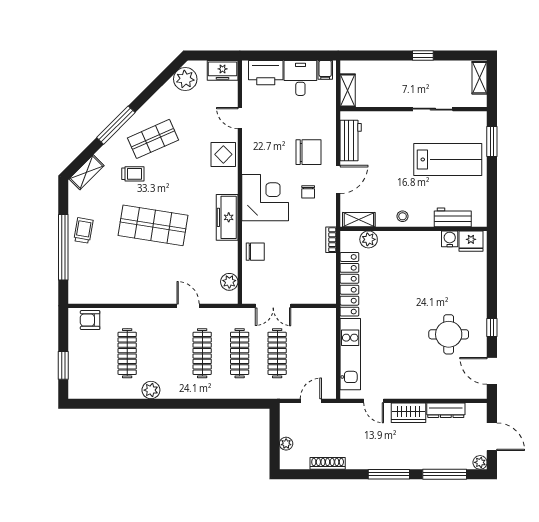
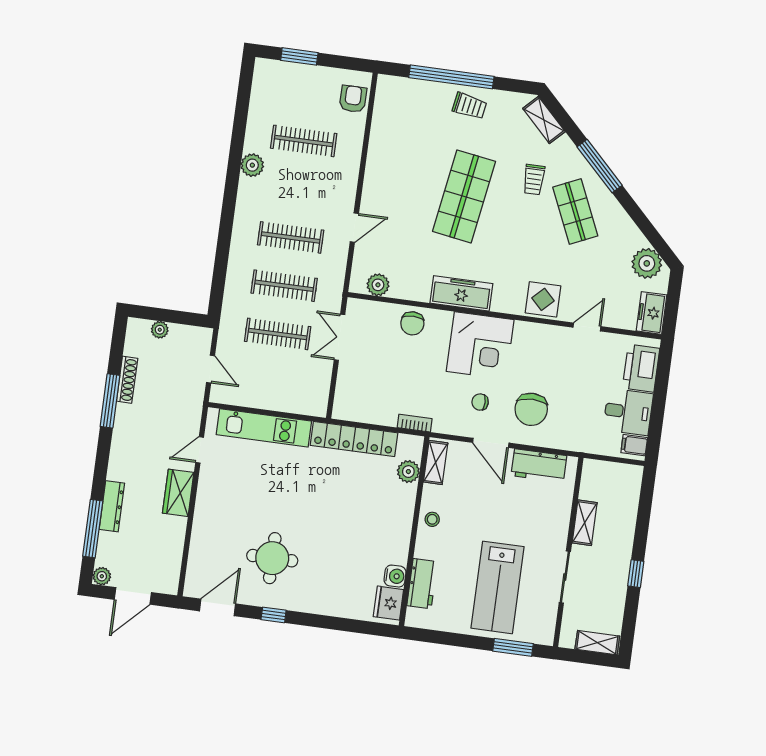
shelving: (348, 91) -> (585, 523), moved, turned 90
dresser: (446, 410) -> (112, 506), moved, turned 180
window: (389, 474) -> (110, 401), moved

